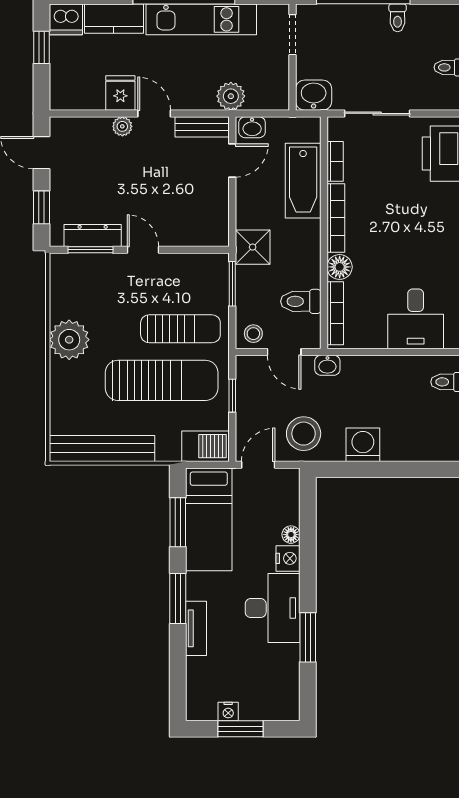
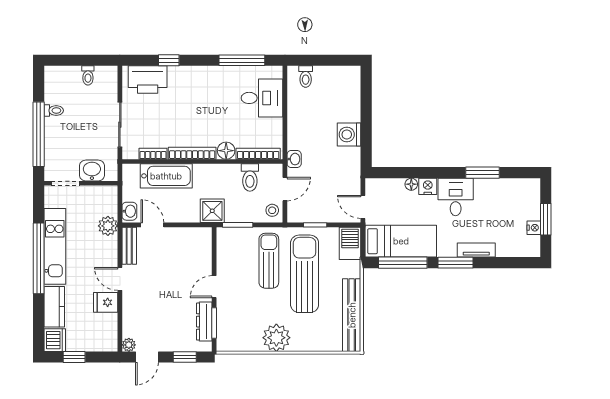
washbasin: (314, 95) -> (92, 171), moved, turned 90
door: (154, 113) -> (120, 279), hinge flipped
plant: (122, 126) -> (129, 345), moved
stool: (304, 434) -> (341, 176), removed
window: (178, 522) -> (403, 263), width x1.44
desk: (273, 608) -> (456, 197), width x0.73

